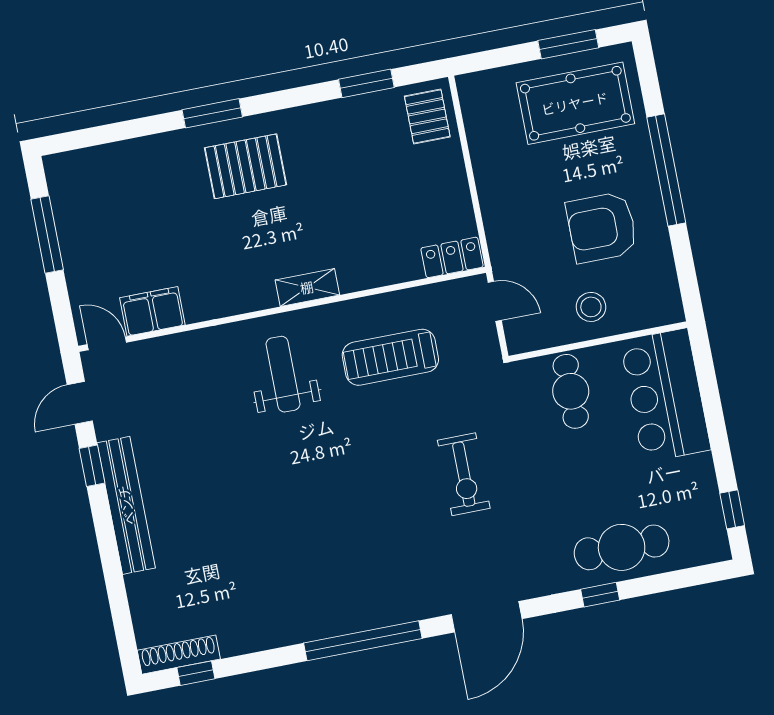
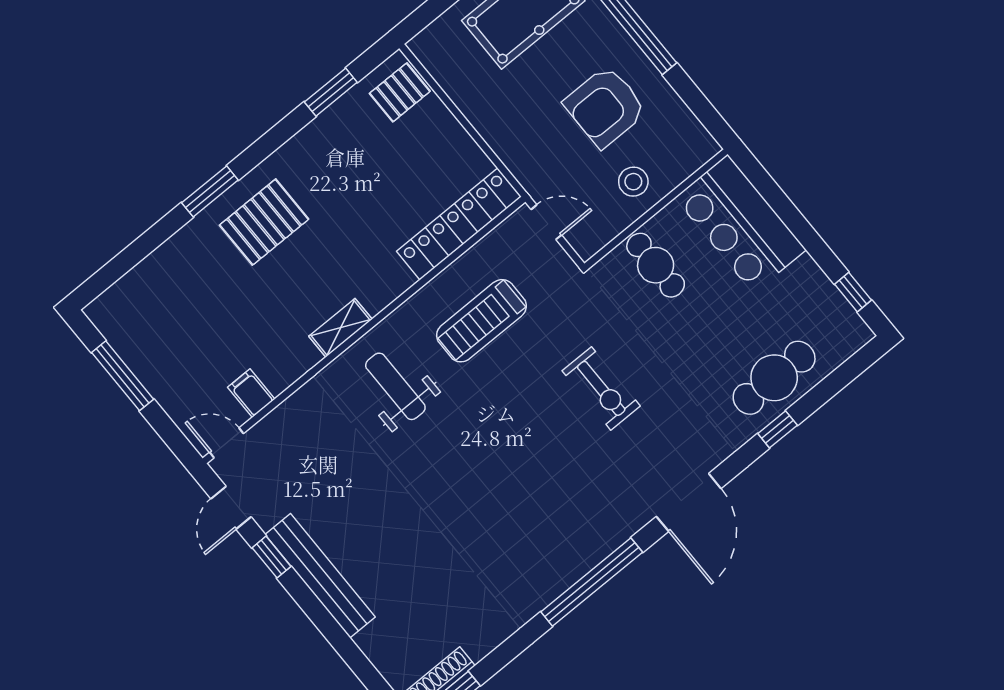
pallet: (427, 117) -> (400, 92), turned 90
locker: (452, 257) -> (459, 224), width x2.16, depth x1.21
shelving: (307, 287) -> (341, 328), moved
filing cabinet: (152, 311) -> (251, 393), width x0.50

